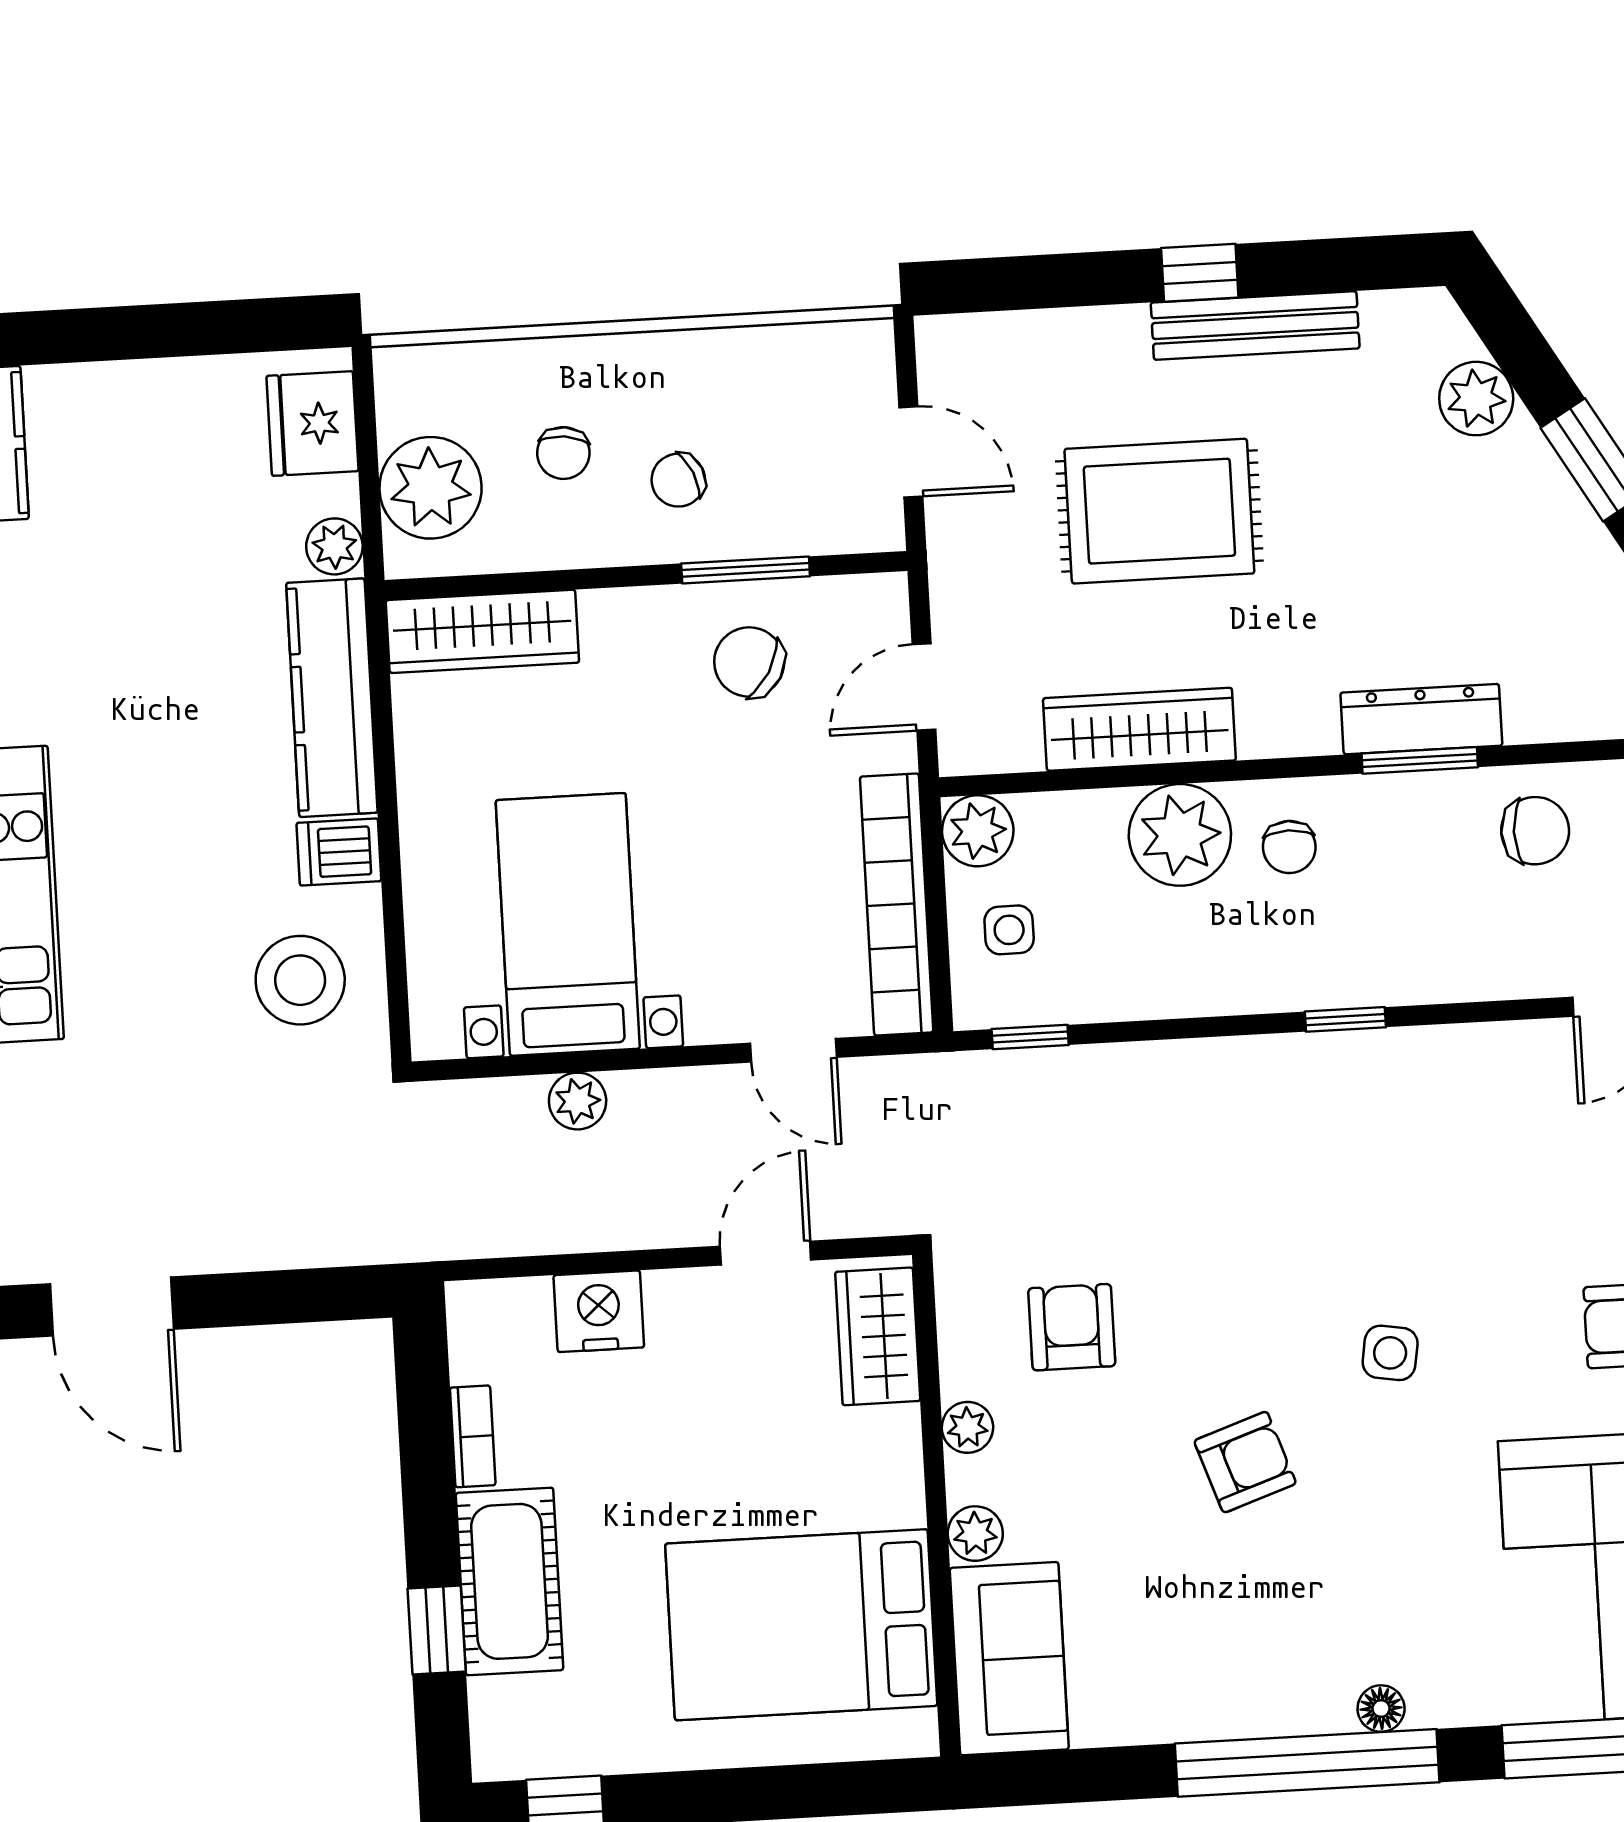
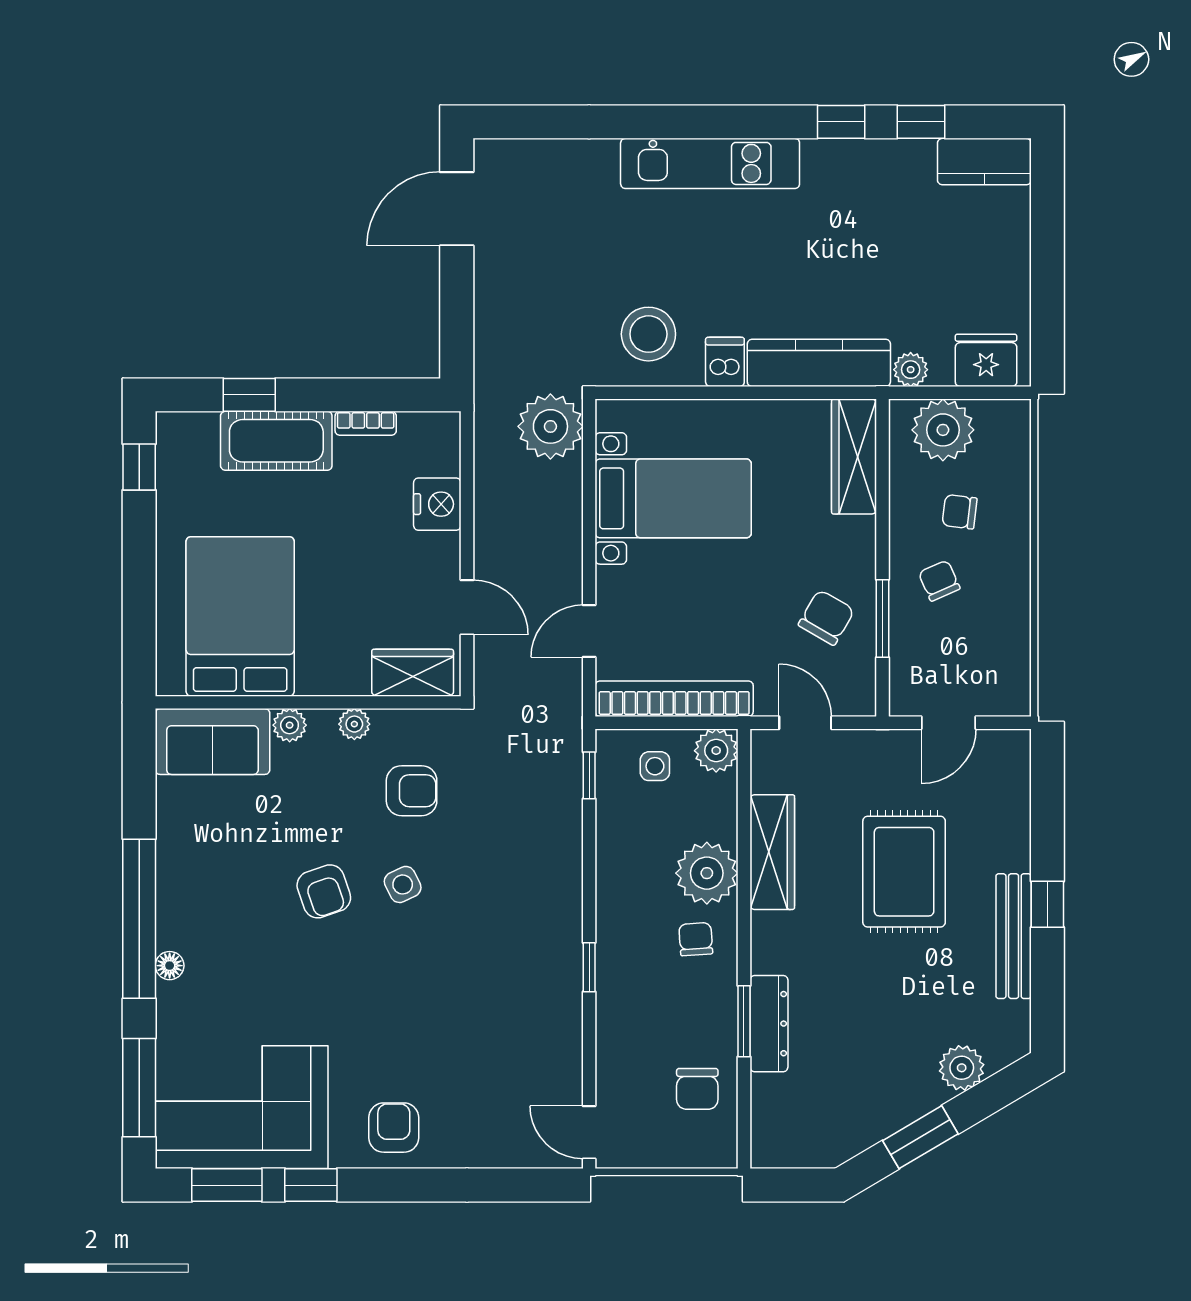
chair: (1289, 847) -> (696, 939), turned 86
plant: (578, 1101) -> (550, 426), moved, width x1.88, depth x1.88
side table: (1390, 1353) -> (403, 884), moved, turned -35

